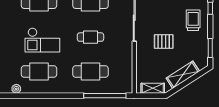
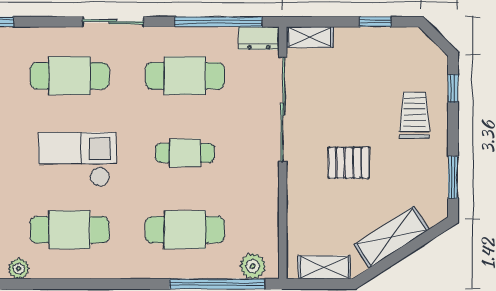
checkout: (42, 40) -> (77, 159), turned 180
plant: (121, 88) -> (253, 266), added

